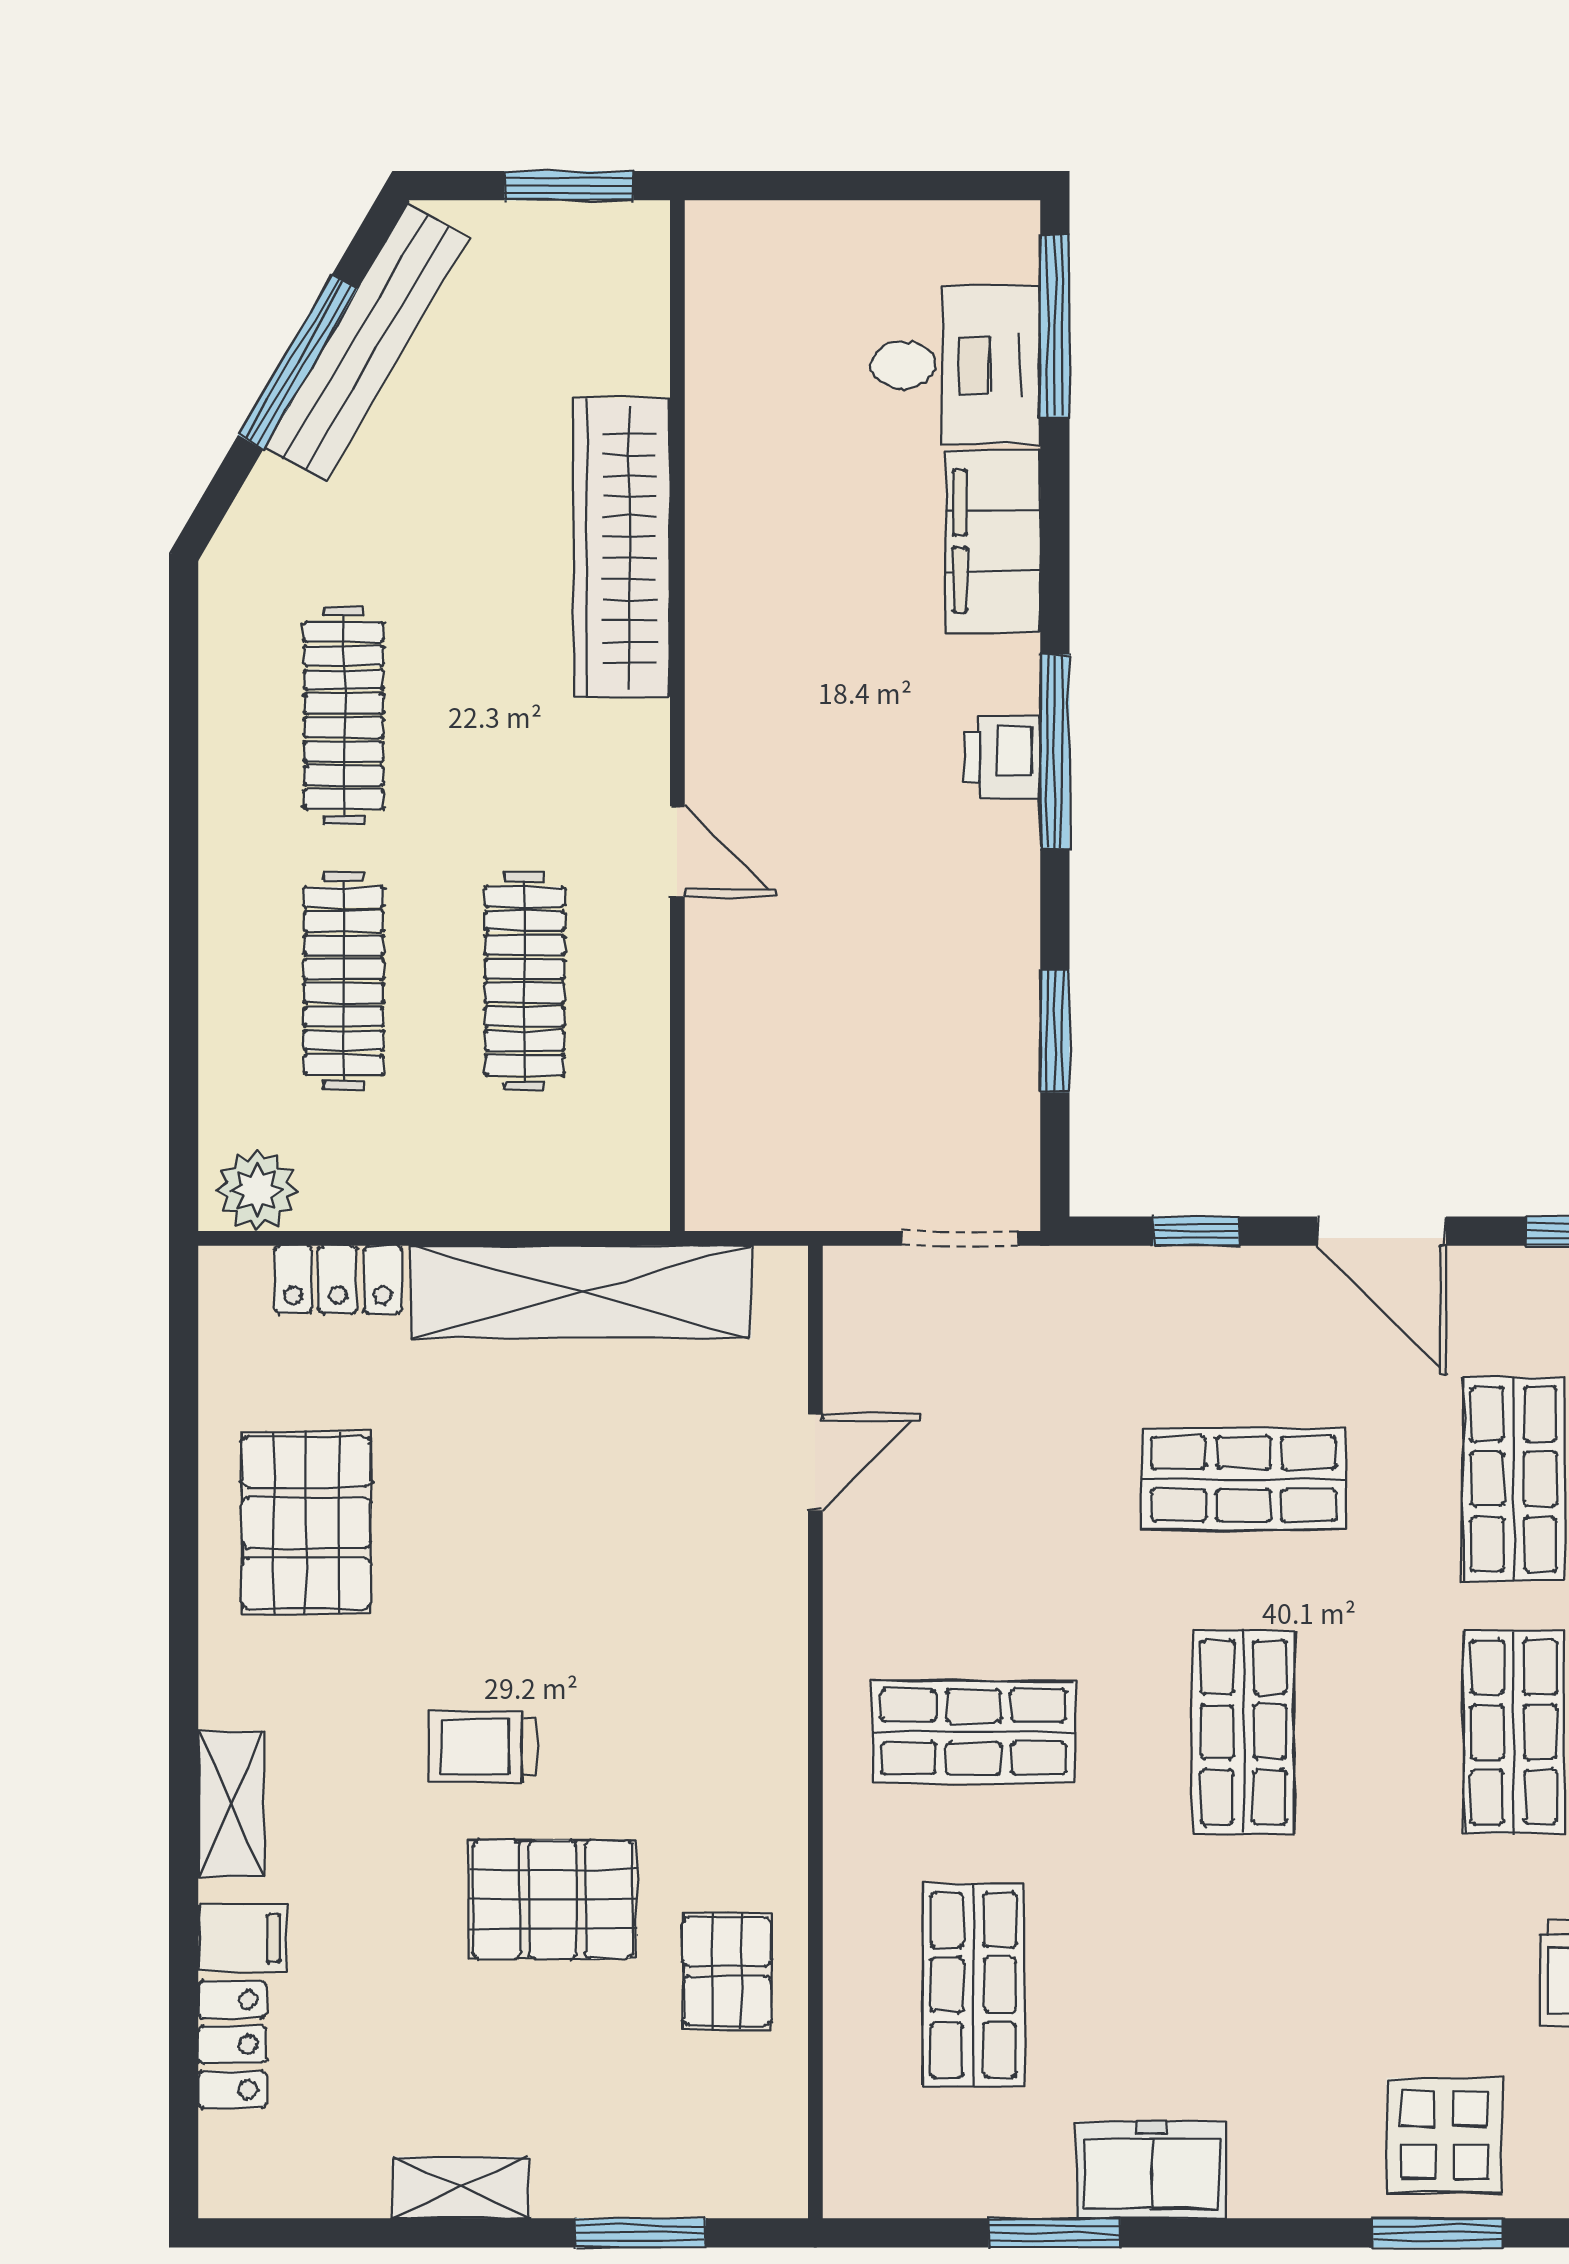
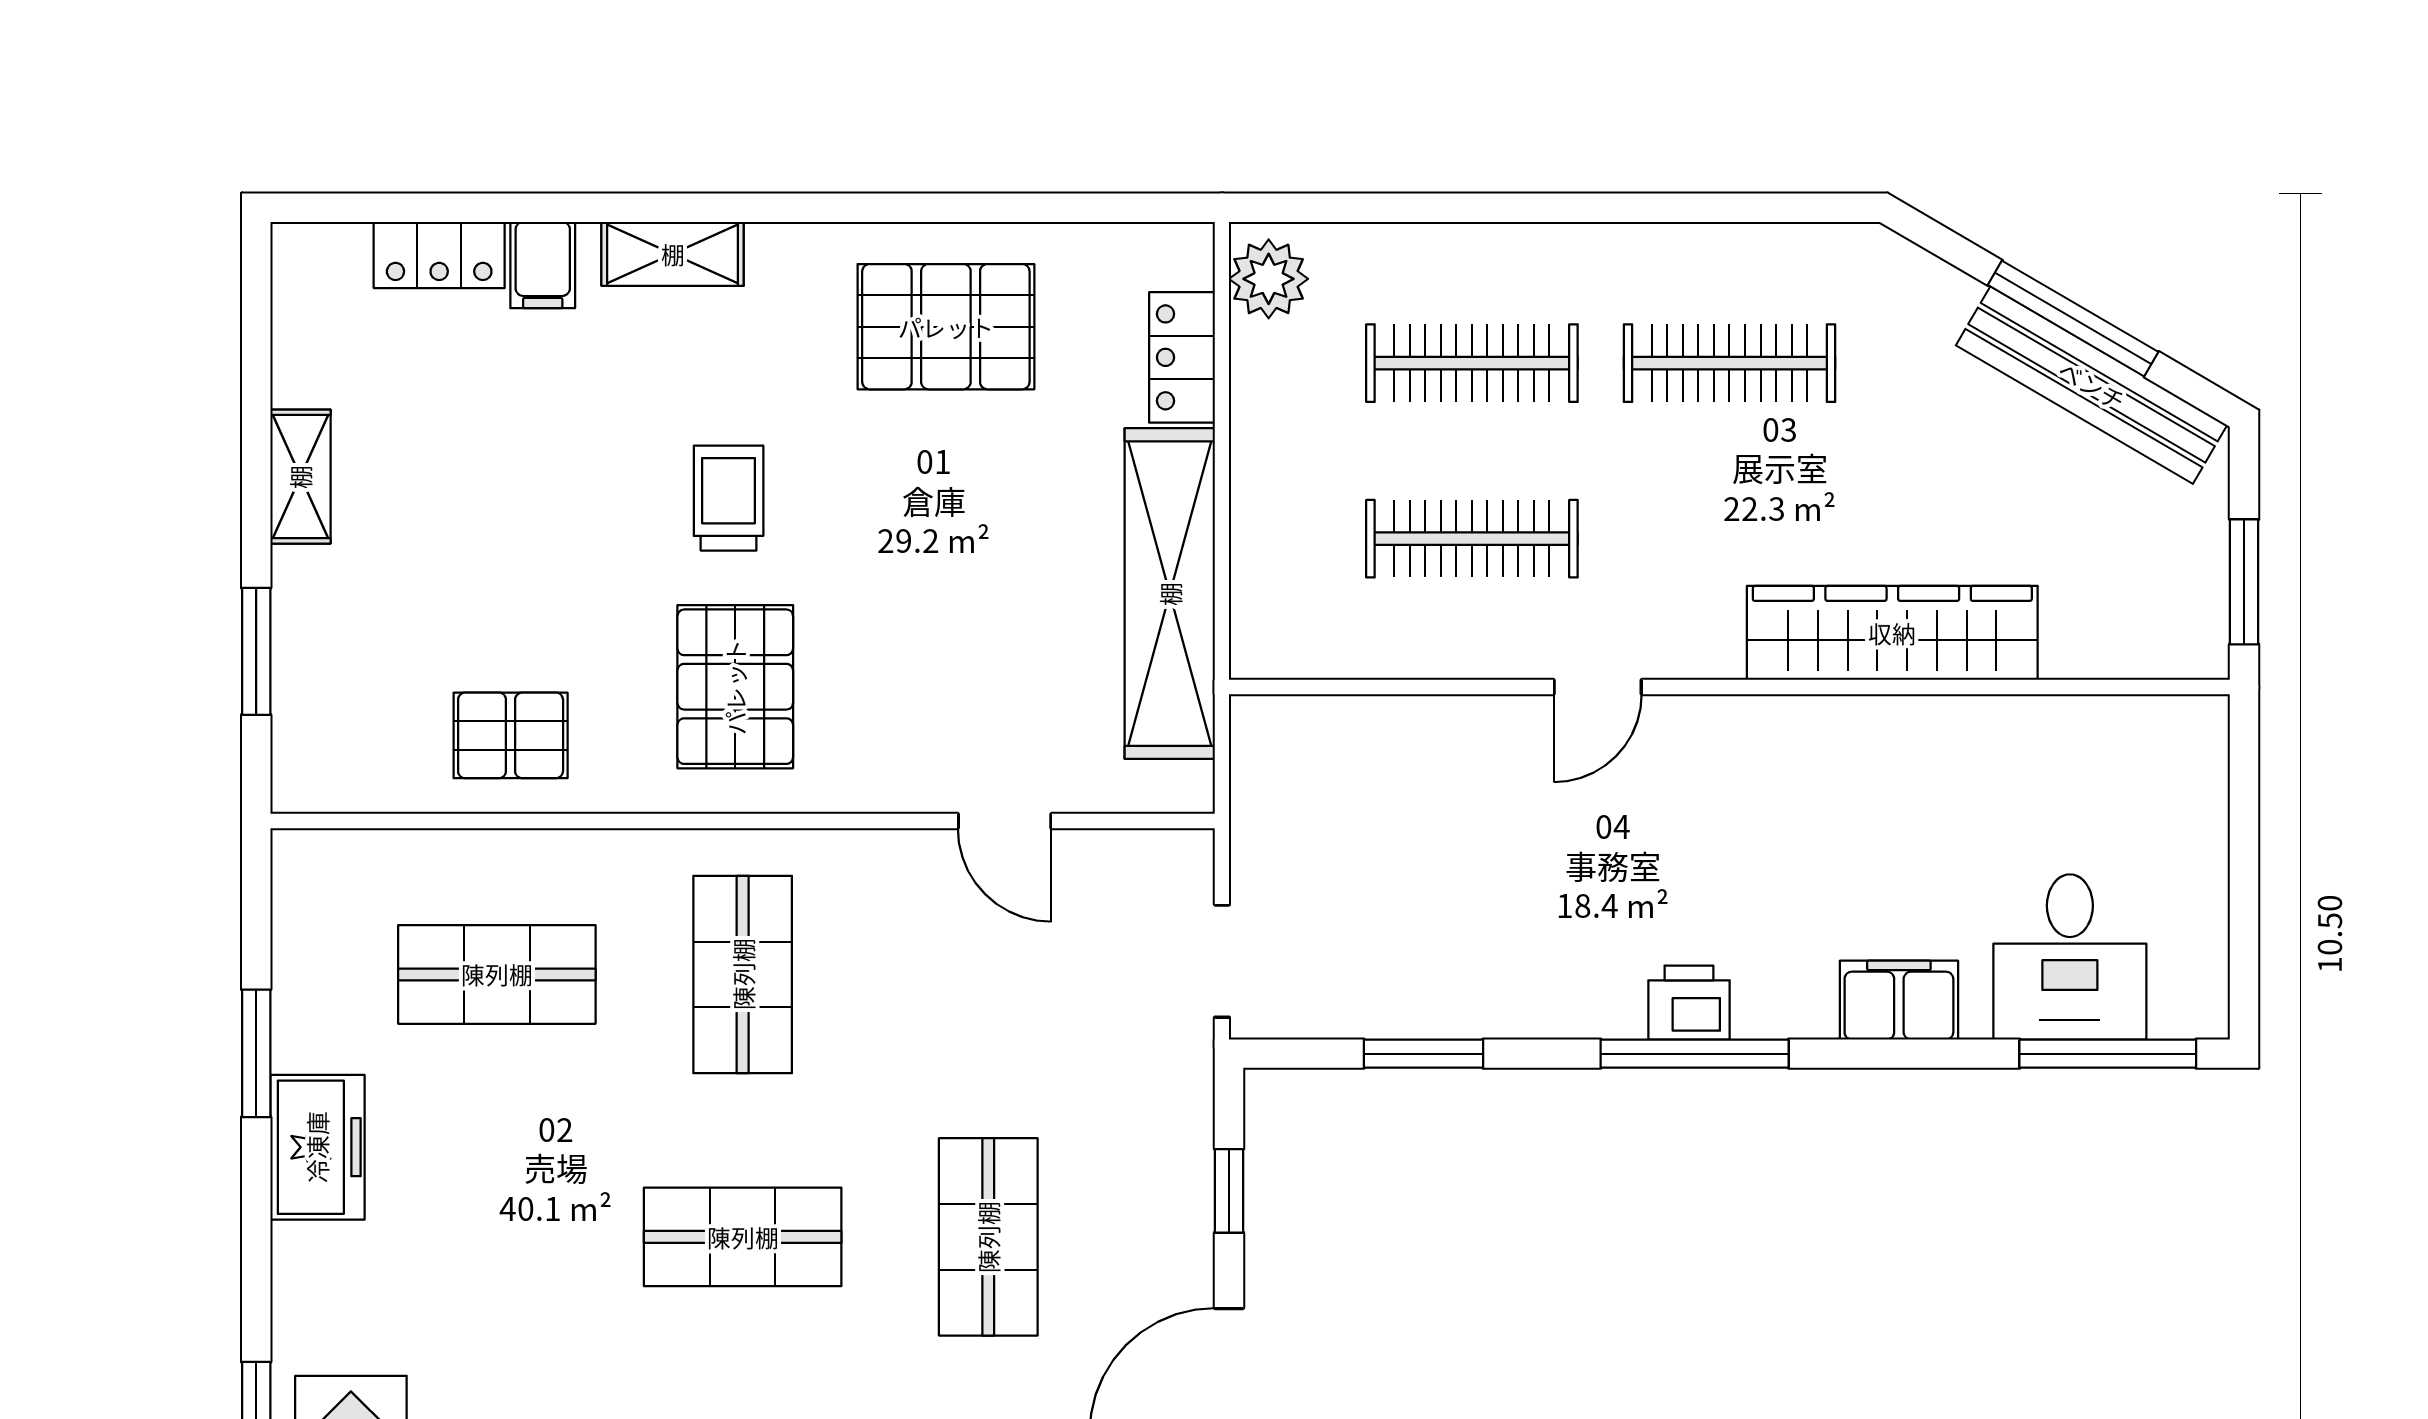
filing cabinet: (993, 541) -> (1899, 1000), width x0.67, depth x0.86
pallet: (553, 1899) -> (735, 687), moved

